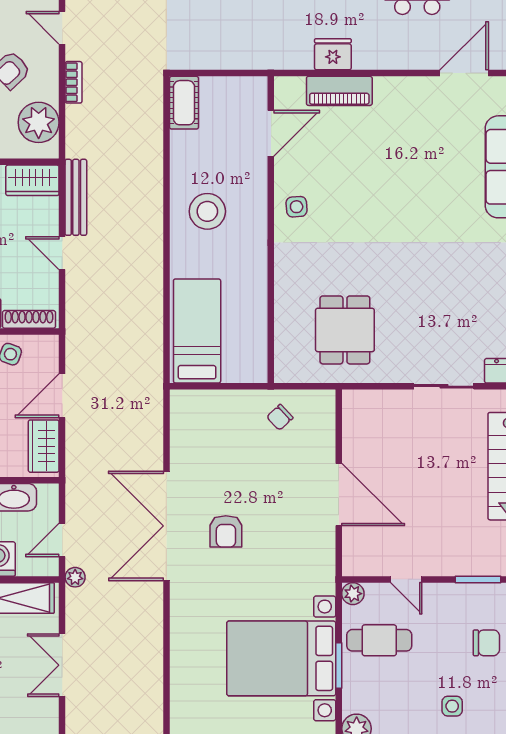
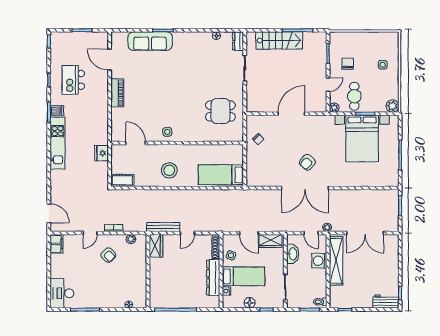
fridge: (333, 54) -> (102, 153), moved
piano: (339, 91) -> (117, 93), moved
plant: (39, 122) -> (131, 239), width x0.53, depth x0.53
armchair: (226, 531) -> (307, 162), turned 131
chair: (486, 643) -> (348, 64), moved
double door: (62, 665) -> (365, 233), width x1.37

